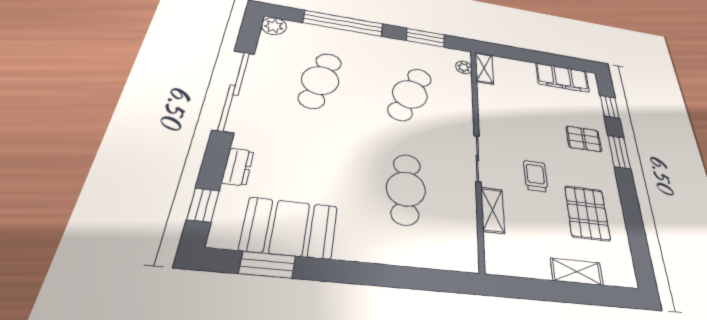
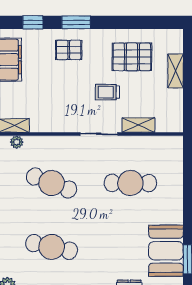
pallet: (584, 139) -> (69, 50), turned 90

